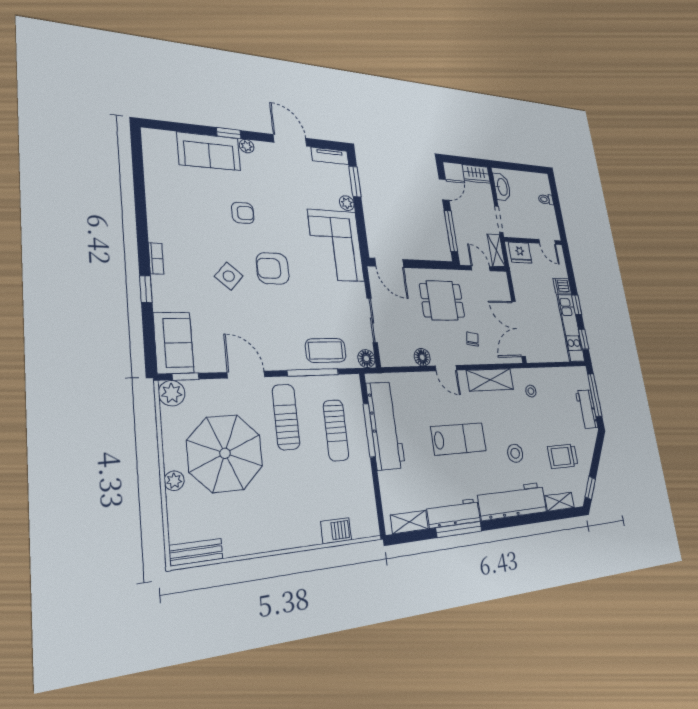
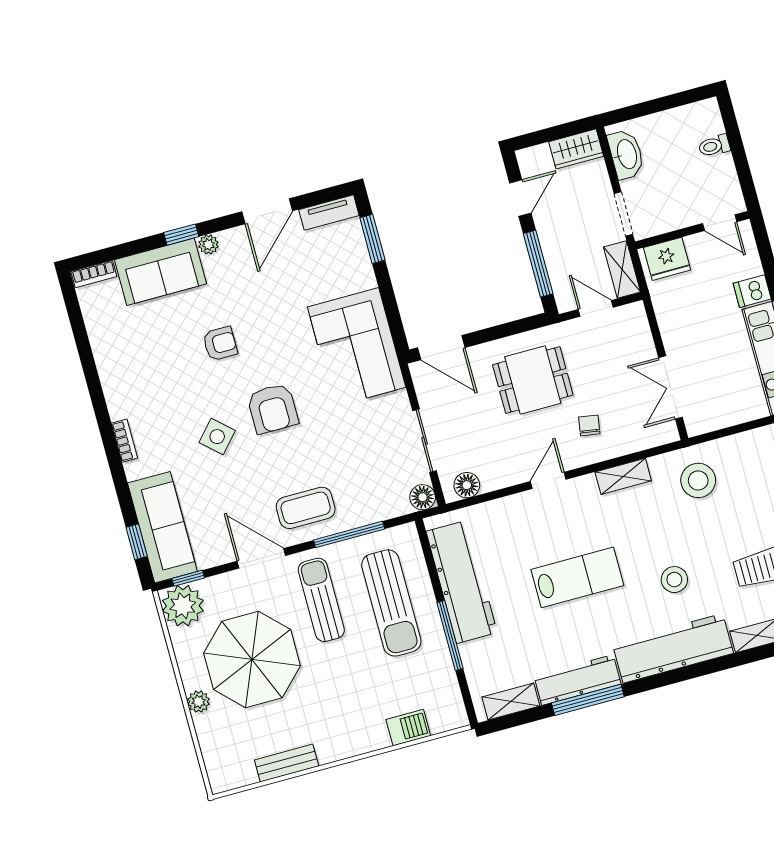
bookcase: (159, 135) -> (94, 274), added
door: (290, 140) -> (267, 211), swing flipped
plant: (347, 203) -> (364, 277), removed
armchair: (273, 268) -> (273, 408), turned -90
window: (146, 289) -> (137, 542), moved
double door: (518, 329) -> (671, 387), width x0.73
sofa: (174, 343) -> (162, 527), width x1.36
coffee table: (326, 350) -> (306, 508), moved
floor lamp: (422, 357) -> (467, 485), moved
door: (446, 368) -> (548, 480), swing flipped
shelving: (490, 380) -> (623, 476), width x0.67, depth x0.75
stool: (531, 391) -> (698, 480), width x1.89, depth x1.89
plant: (172, 393) -> (183, 606), width x1.36, depth x1.36
sun lounger: (336, 430) -> (391, 603), width x1.36, depth x1.34
window: (369, 430) -> (450, 636), moved
bench: (196, 552) -> (287, 763), moved

